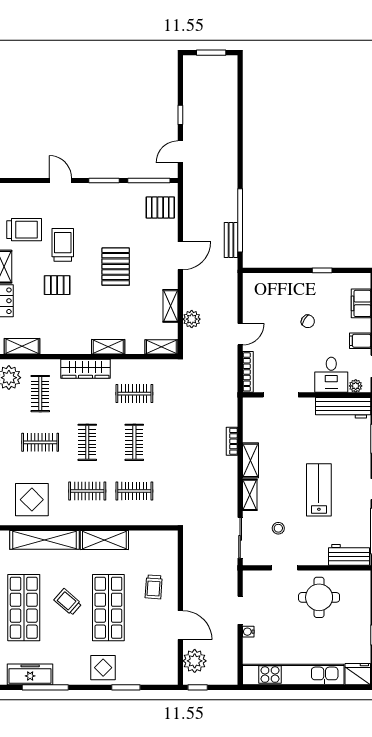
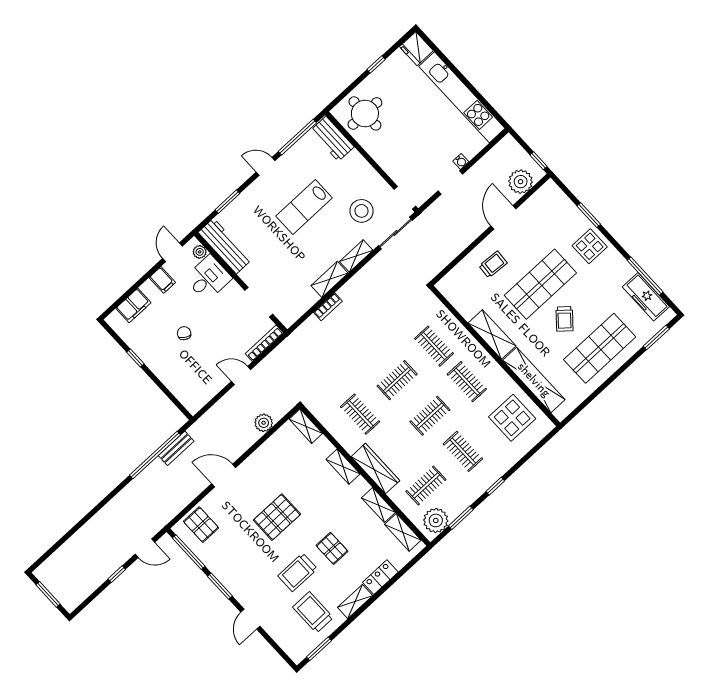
shelving: (170, 306) -> (378, 505), moved, turned 90
stool: (278, 528) -> (361, 211), width x1.89, depth x1.89
doorway: (284, 568) -> (405, 198), moved
round table: (319, 597) -> (365, 113), moved

